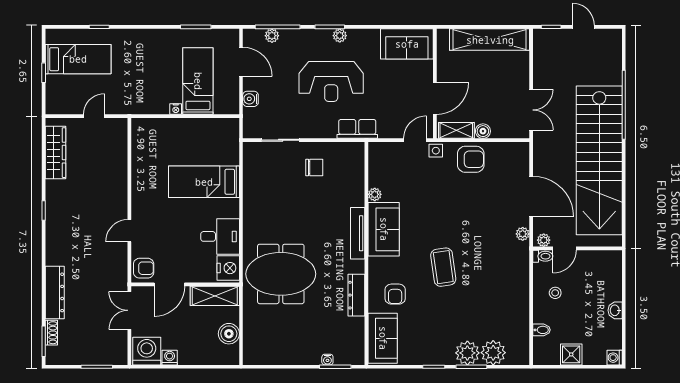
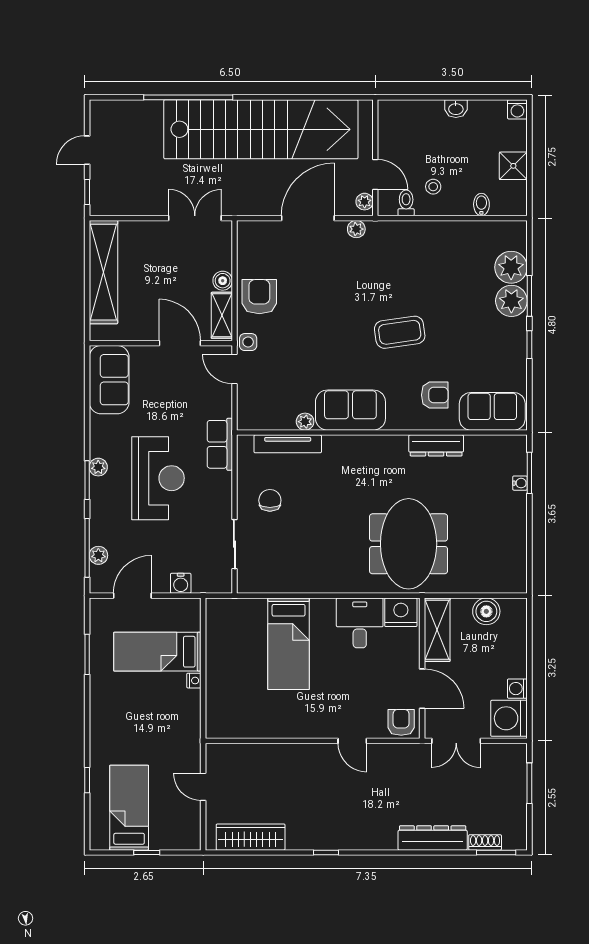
tv unit: (358, 233) -> (288, 444), moved
toilet: (543, 256) -> (406, 203), moved

